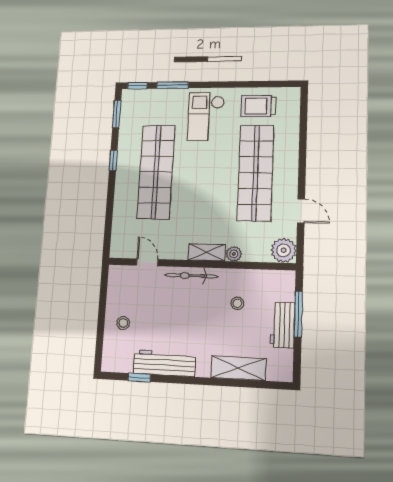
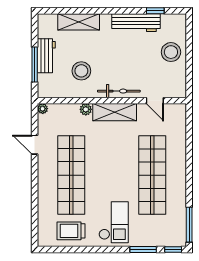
trolley: (258, 106) -> (71, 231), turned 180
window: (117, 114) -> (189, 225), width x1.44
window: (113, 161) -> (189, 184), removed
plant: (284, 250) -> (43, 109), width x0.53, depth x0.53
shelving: (207, 252) -> (115, 112), width x1.50, depth x1.33
stool: (237, 303) -> (81, 71), width x1.89, depth x1.89
stool: (123, 323) -> (171, 52), width x1.89, depth x1.89

